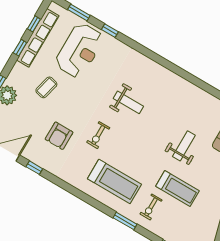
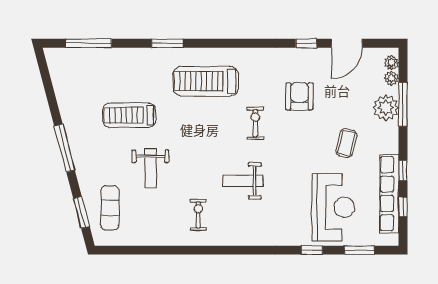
reception desk: (79, 50) -> (333, 207), turned 180
exercise bike: (151, 207) -> (198, 215), moved

